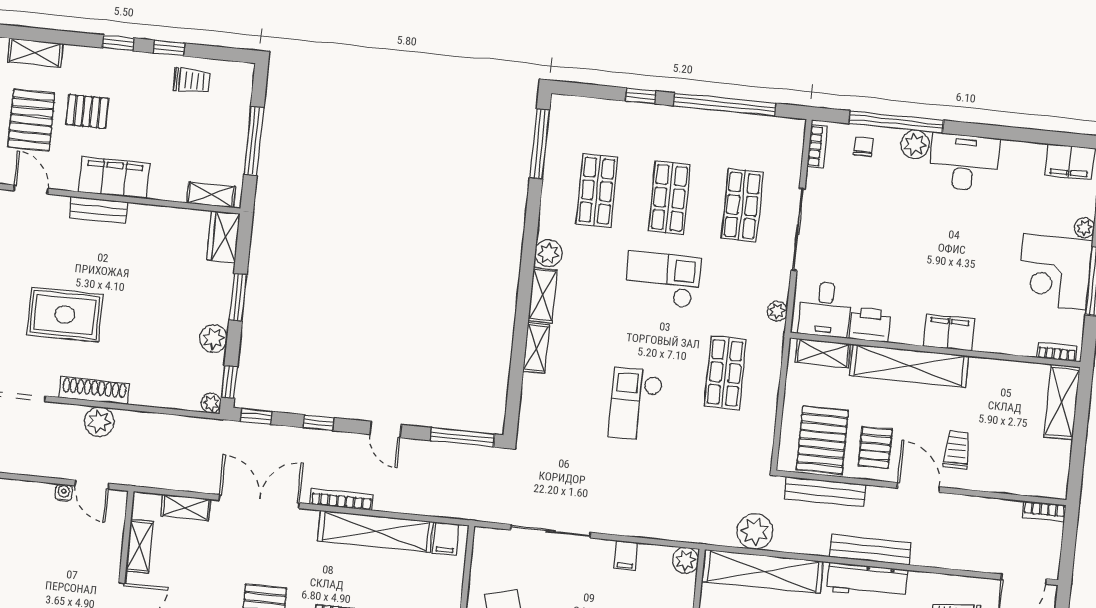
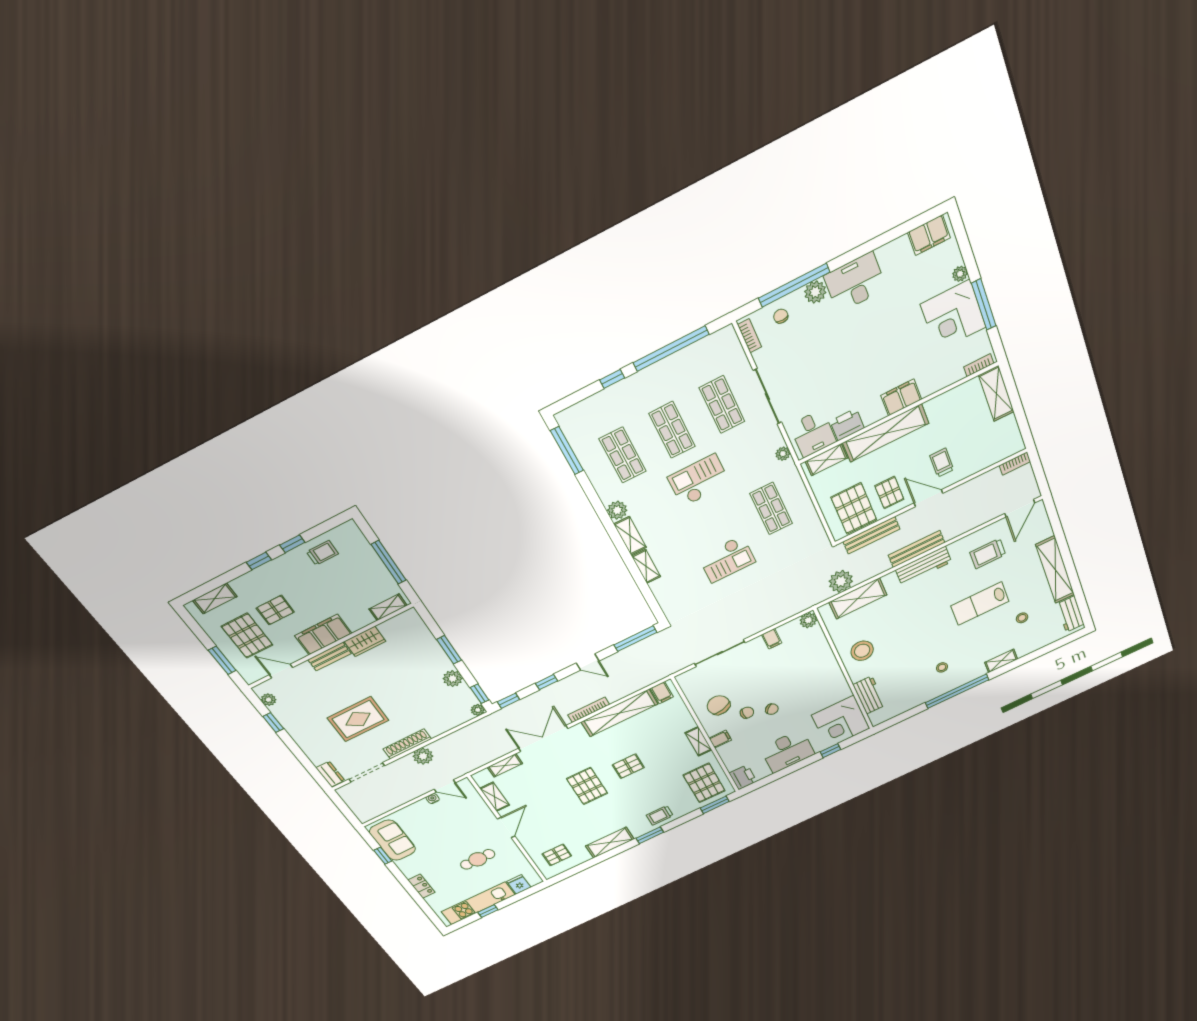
wardrobe: (223, 237) -> (365, 641), moved, turned -90
checkout: (636, 404) -> (727, 559), turned -90
shelving: (763, 571) -> (858, 598), width x0.68

